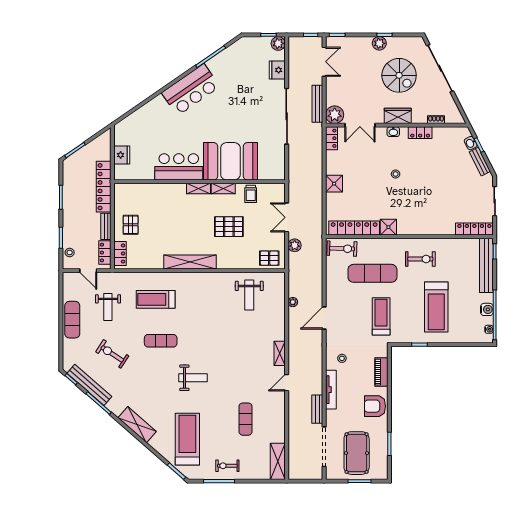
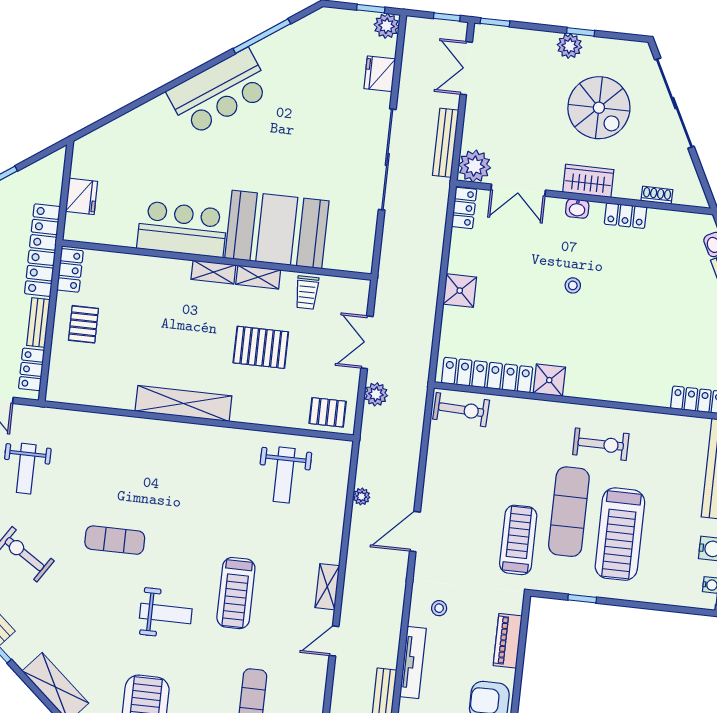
double door: (324, 62) -> (466, 68), swing flipped
locker: (120, 254) -> (70, 270), moved
exercise mat: (372, 273) -> (569, 512), moved, turned 90
treadmill: (156, 299) -> (236, 593), moved, turned -90

